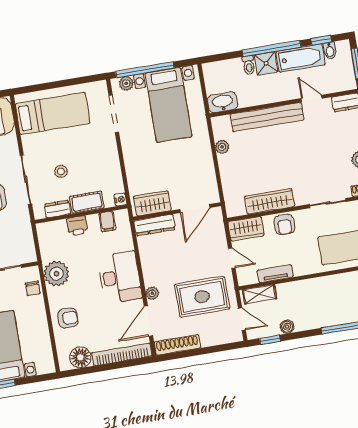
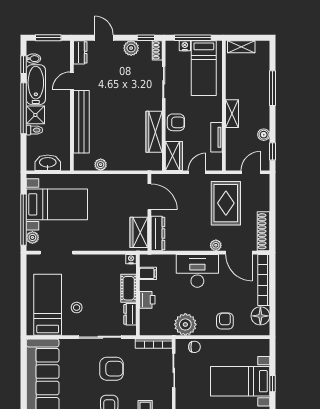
washbasin: (223, 102) -> (48, 163), moved, turned 90
stool: (61, 171) -> (77, 308), moved
bookcase: (29, 241) -> (154, 344), added
shelving: (260, 294) -> (232, 114), moved

